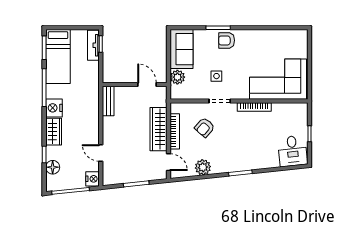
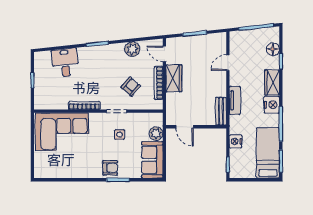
tv unit: (93, 45) -> (235, 100), moved
wardrobe: (158, 129) -> (174, 78), width x0.67
desk: (293, 151) -> (65, 63), moved
door: (101, 153) -> (228, 63), swing flipped
nightstand: (93, 179) -> (236, 141), moved

